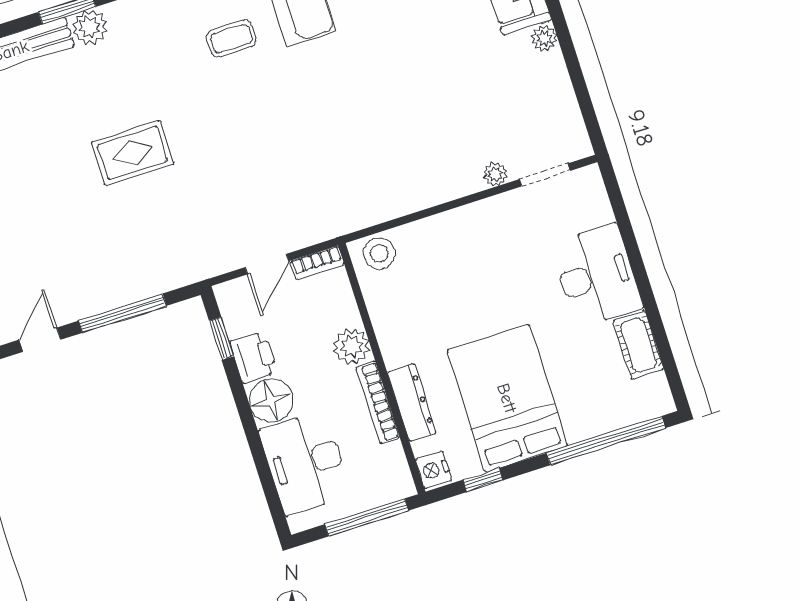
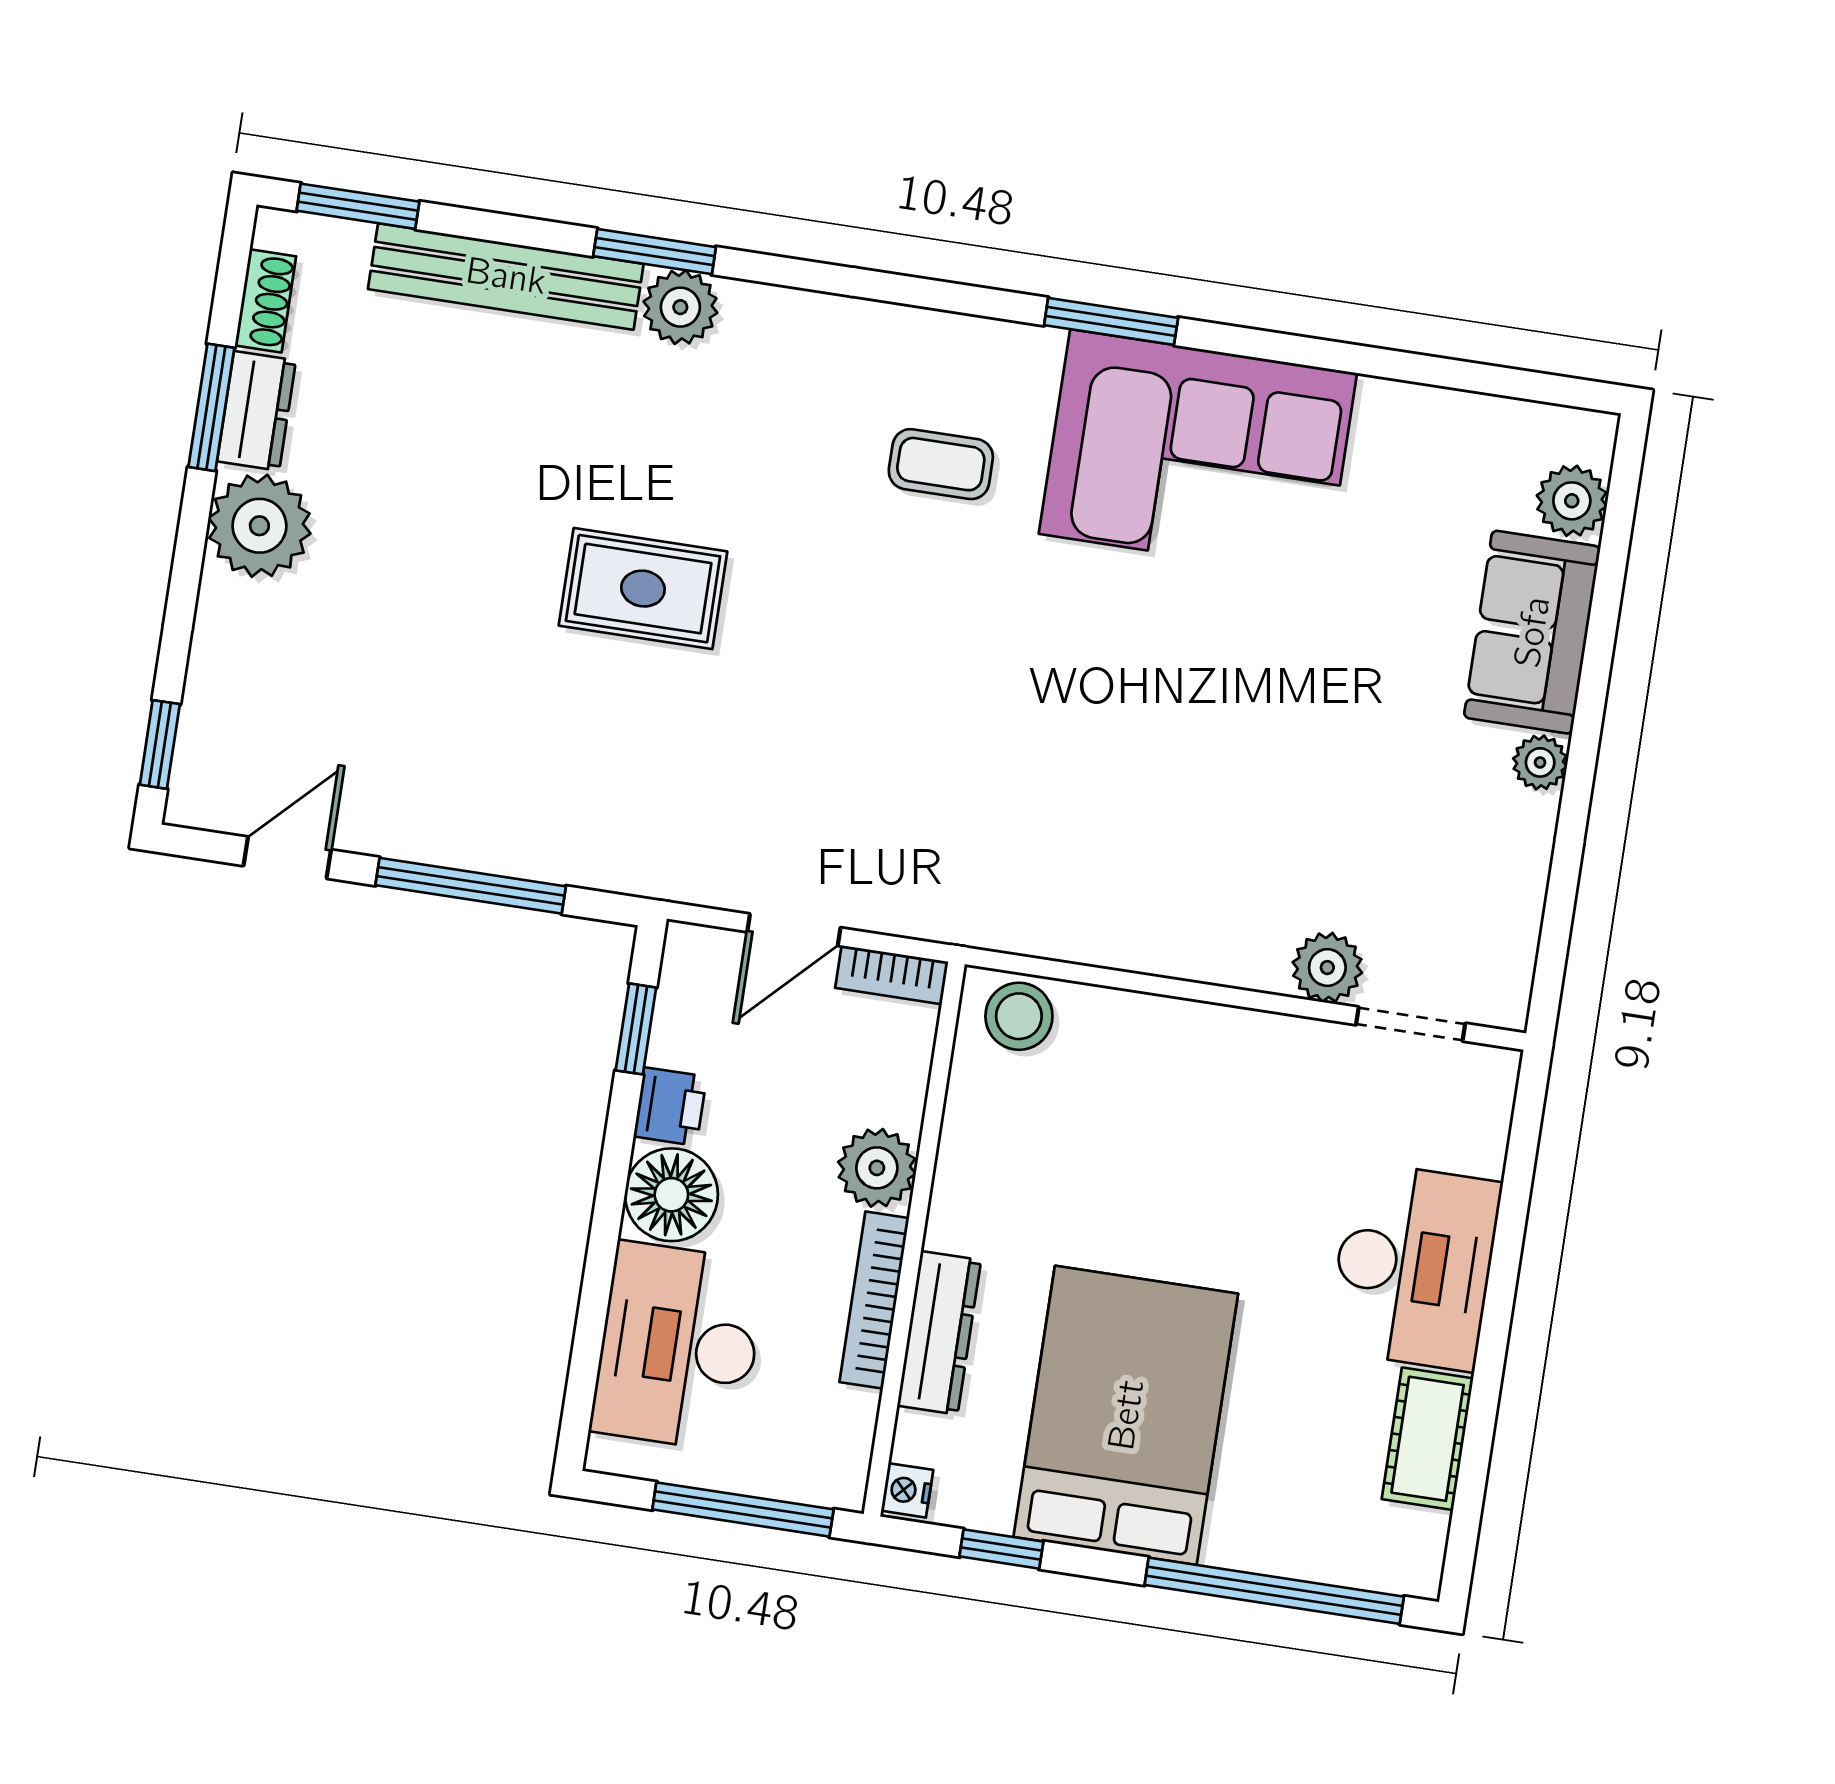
plant: (495, 174) -> (1327, 968), width x1.38, depth x1.38
printer: (254, 357) -> (670, 1107), width x0.73, depth x0.81
nightstand: (434, 470) -> (907, 1490), width x0.72, depth x0.74

